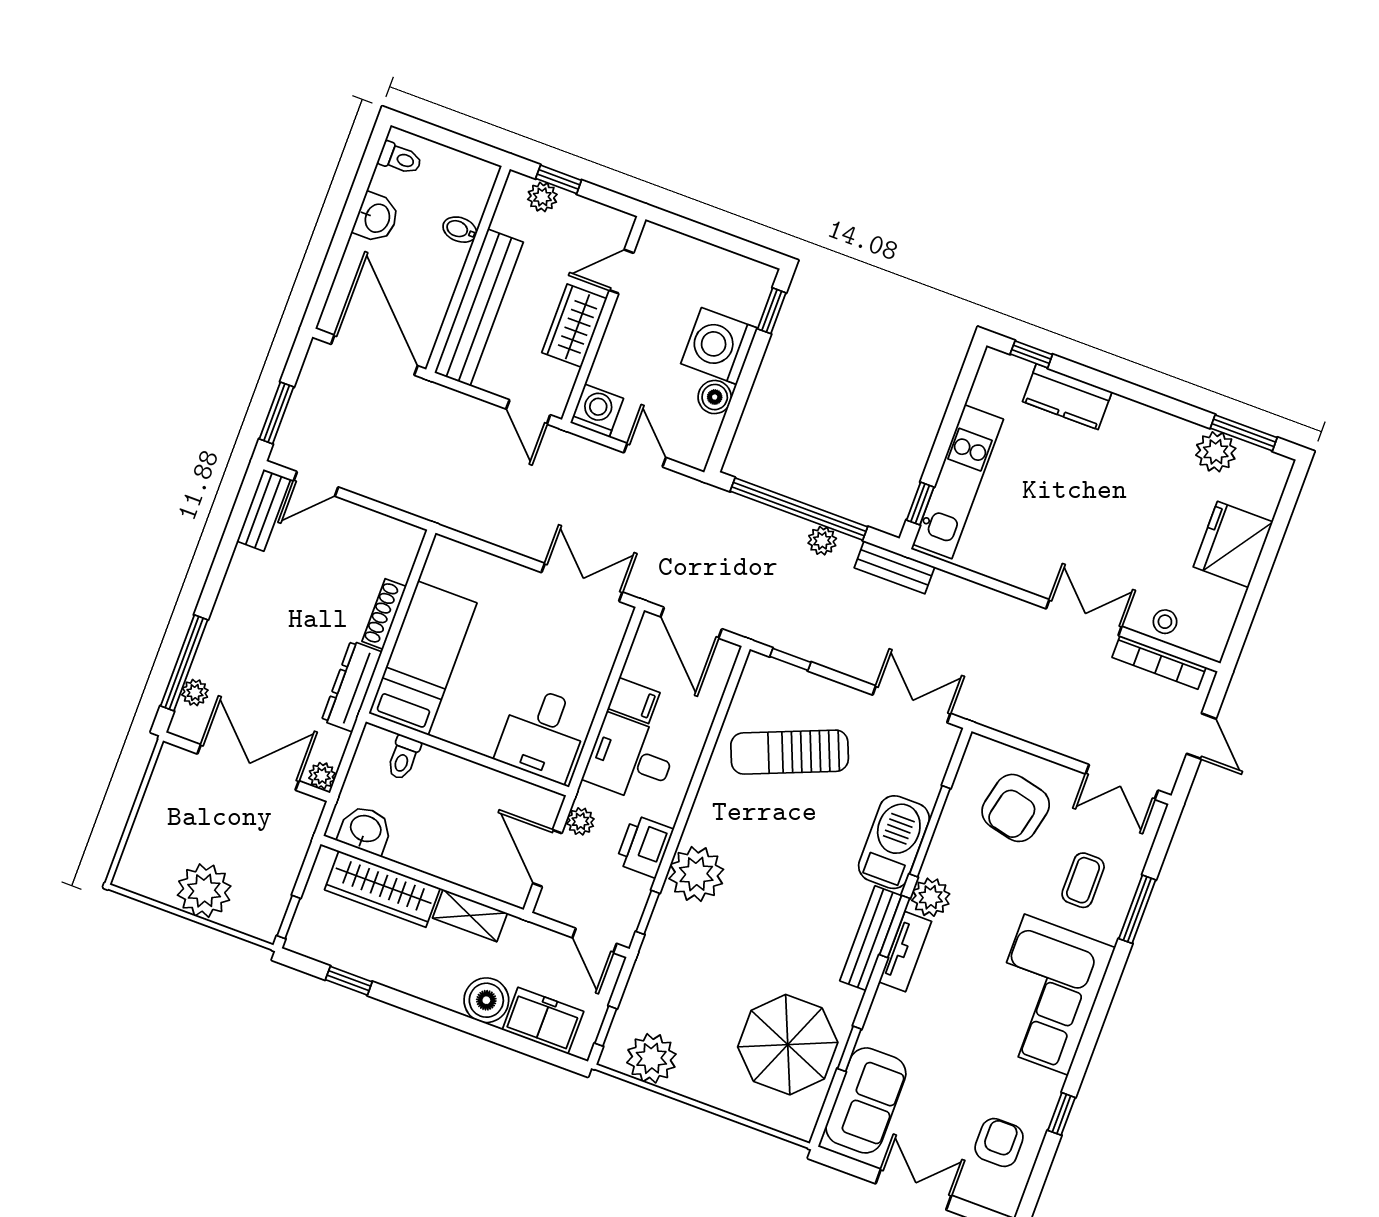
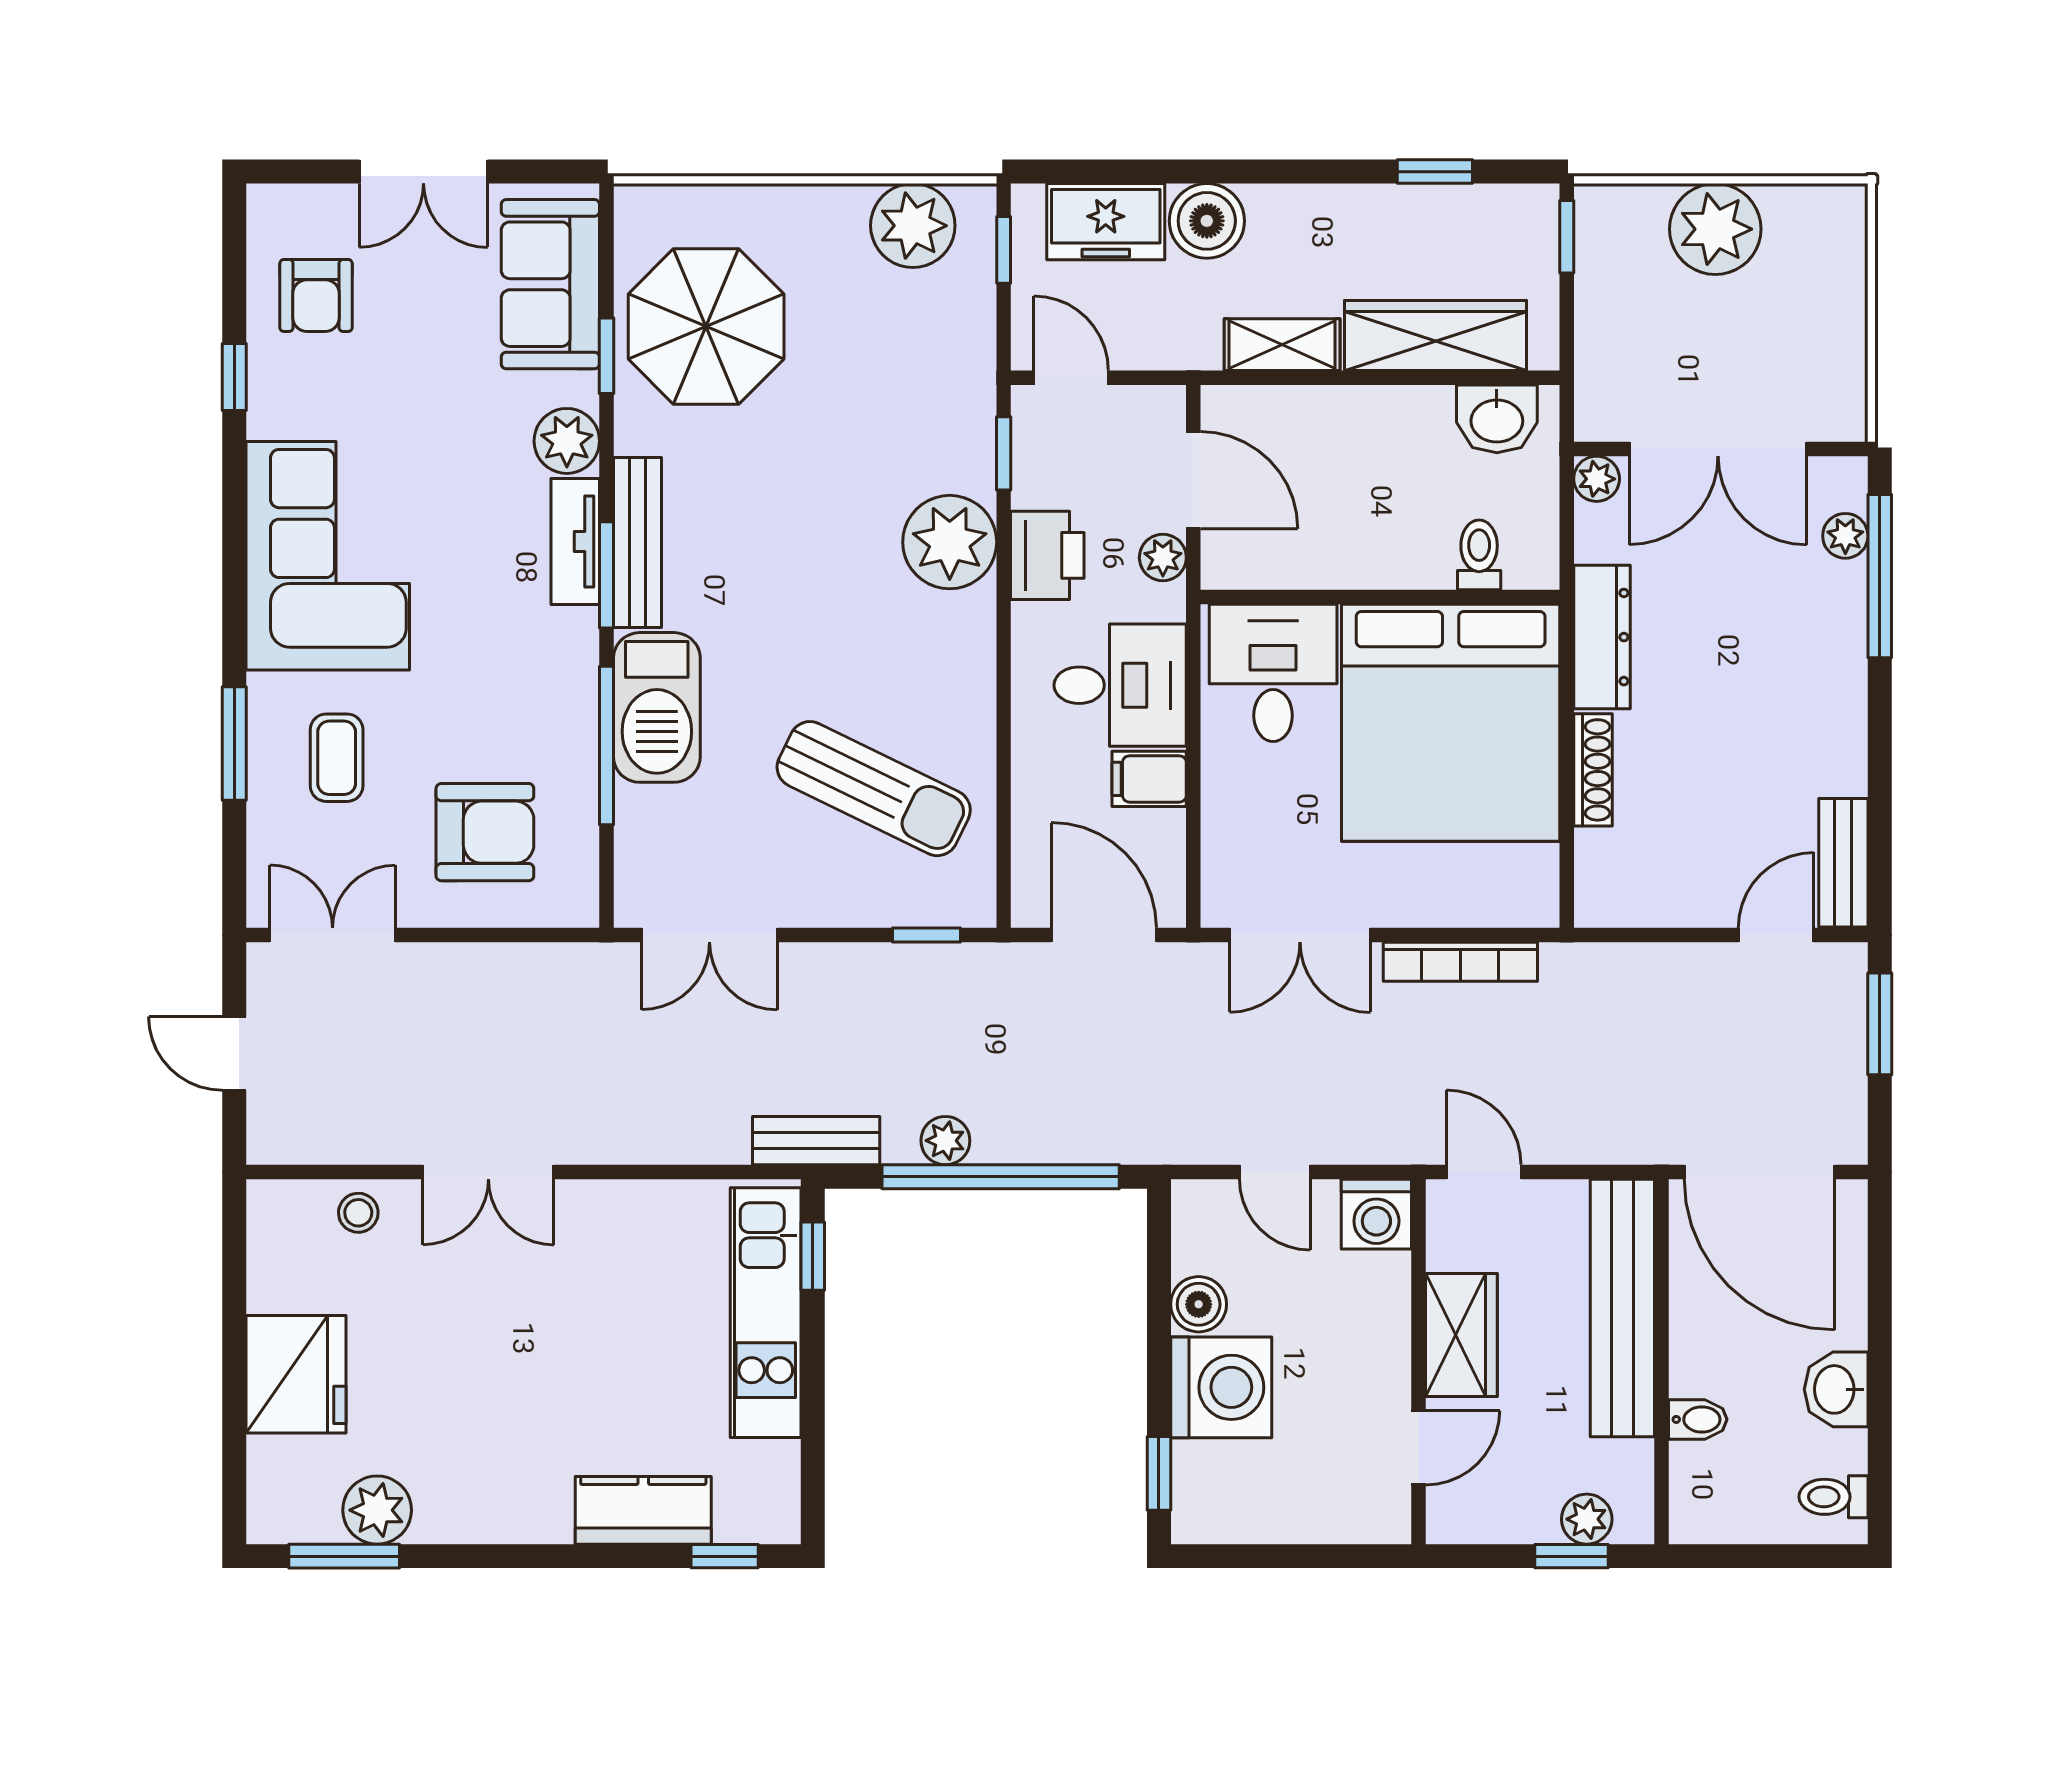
bed: (423, 658) -> (1451, 723), width x2.04
bookcase: (1159, 662) -> (1460, 962), moved, turned 180
sun lounger: (790, 752) -> (874, 789), turned 48
armchair: (1016, 808) -> (485, 832), turned 77
plant: (931, 897) -> (567, 441), moved

